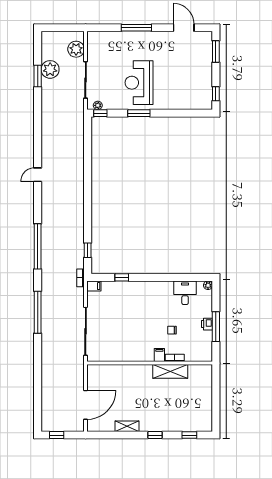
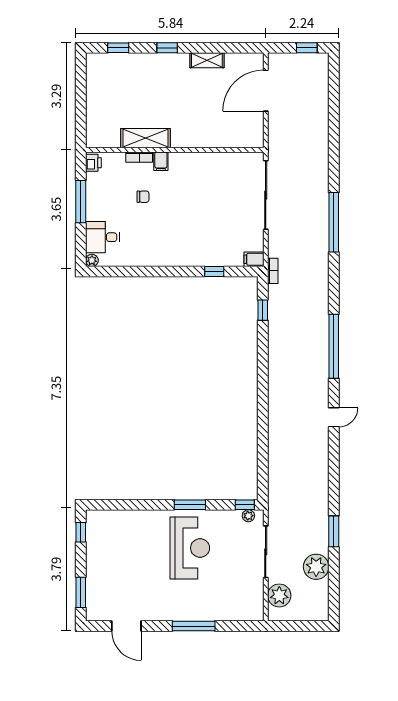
window: (38, 76) -> (334, 531), moved
window: (38, 246) -> (334, 346), moved
desk: (185, 293) -> (102, 237), moved, turned 90
printer: (207, 324) -> (93, 163), moved

